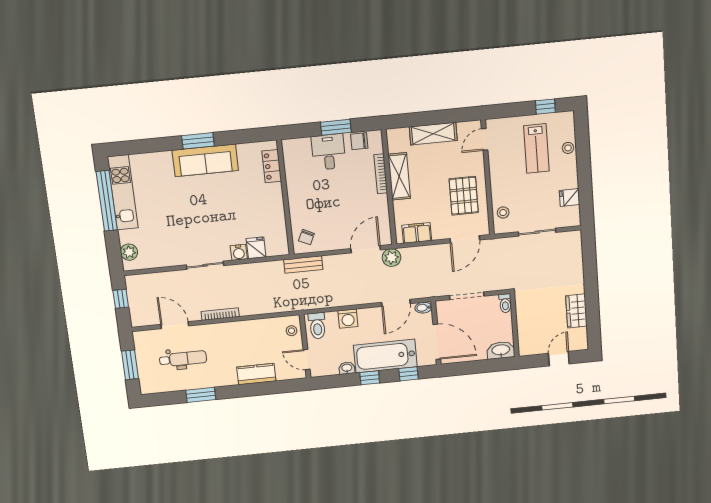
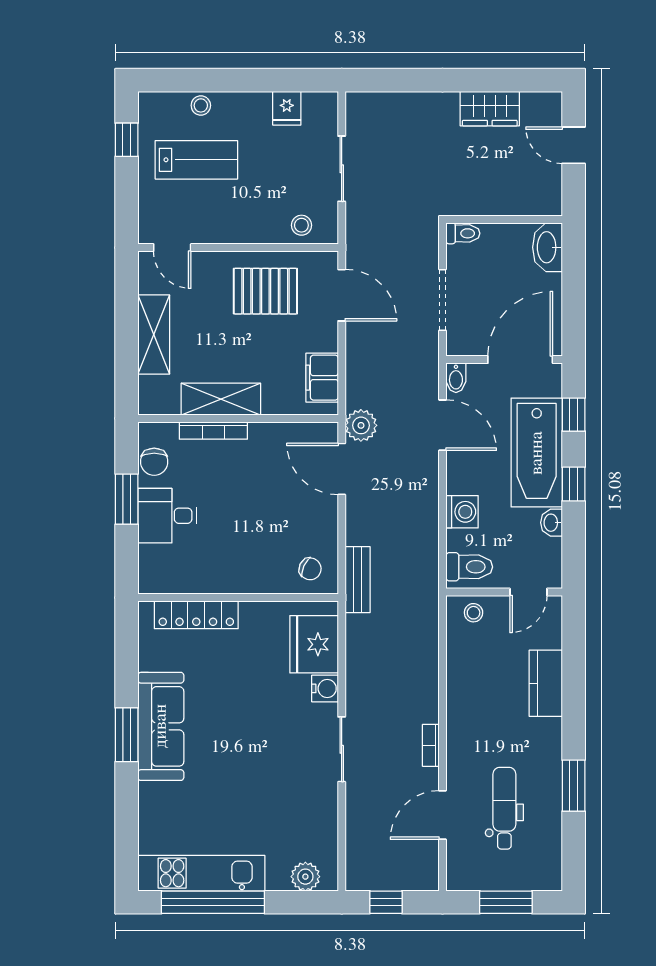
locker: (272, 166) -> (196, 615), width x1.53
fridge: (256, 248) -> (314, 644), width x1.88, depth x1.34
bookcase: (220, 314) -> (431, 745), width x0.64

